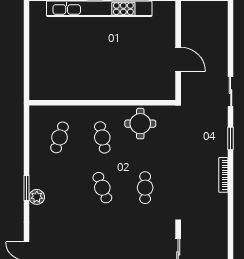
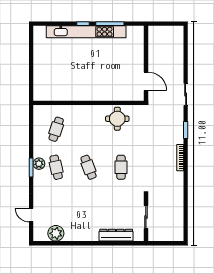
door: (178, 59) -> (146, 81), moved
cafe table: (102, 137) -> (56, 167), moved
plant: (37, 197) -> (39, 164), moved

